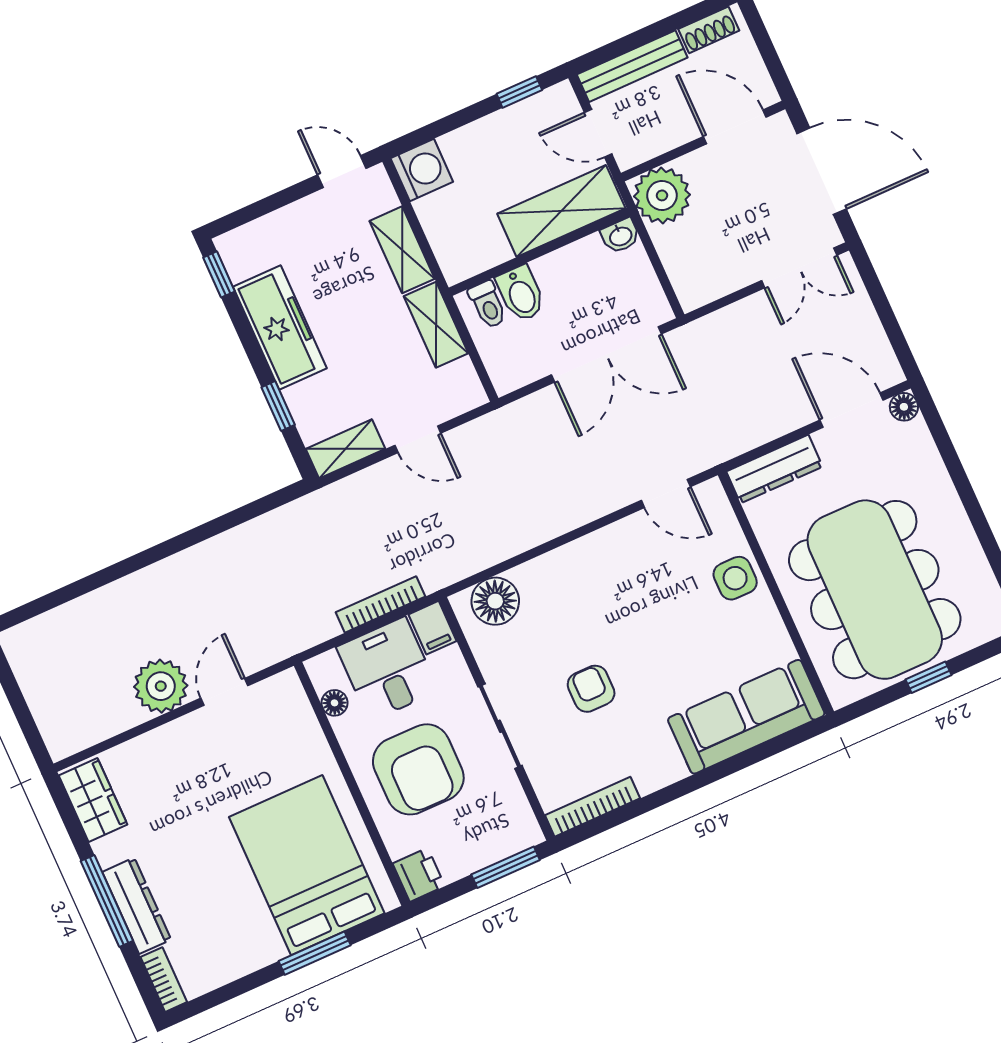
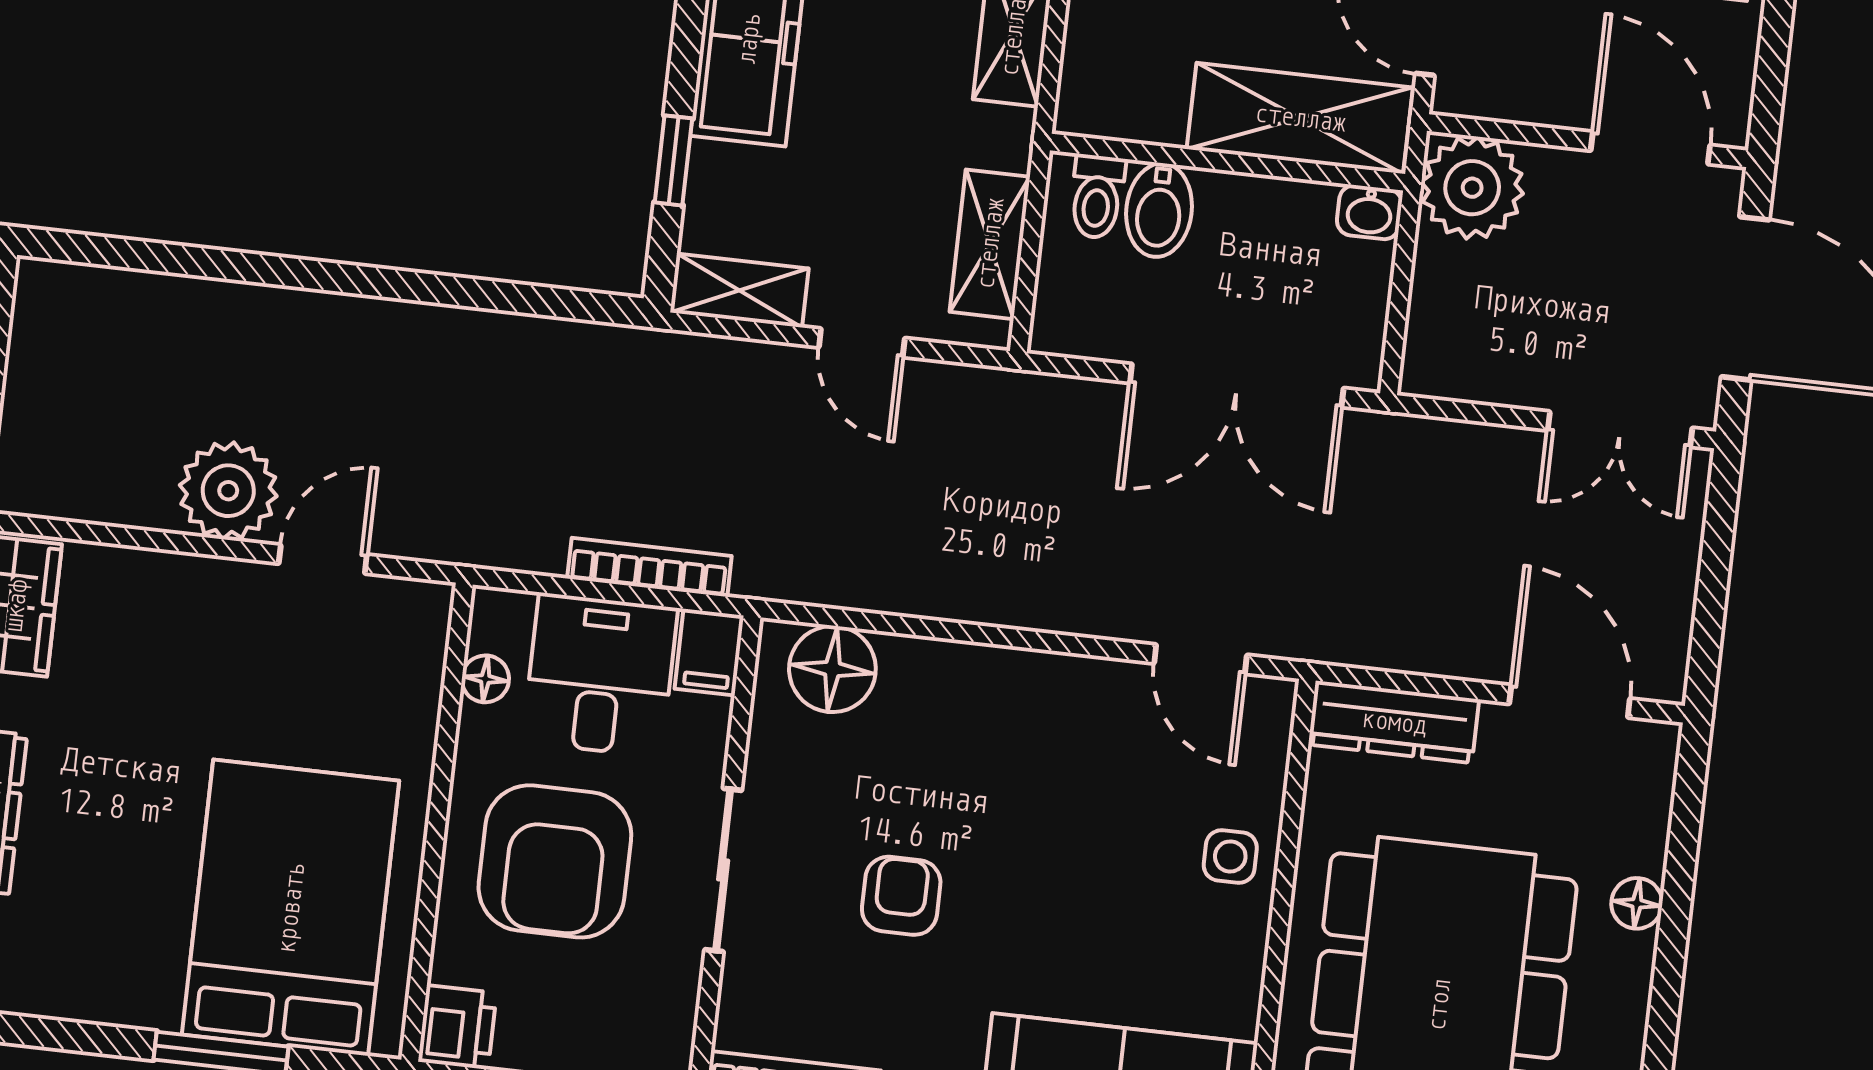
shelving: (436, 325) -> (990, 244), moved
floor lamp: (904, 407) -> (1637, 903), moved
side table: (735, 578) -> (1230, 856), width x0.73, depth x0.73

